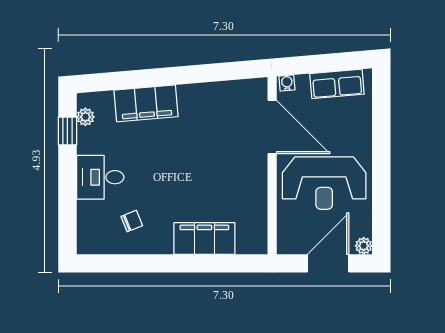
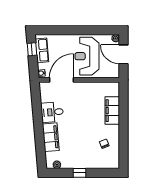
window: (339, 62) -> (32, 49), added
window: (67, 131) -> (80, 173), moved
desk: (100, 177) -> (52, 112), moved, turned 85
reception desk: (324, 183) -> (87, 56), turned 180

